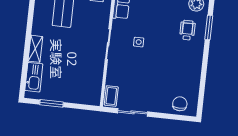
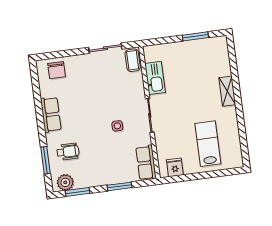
wheelchair: (187, 30) -> (68, 152), turned -90
row of seats: (194, 66) -> (51, 115), added
kitchen sink: (34, 77) -> (155, 78), moved, turned 180

